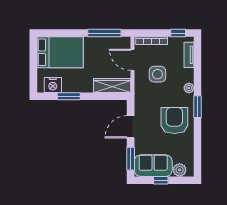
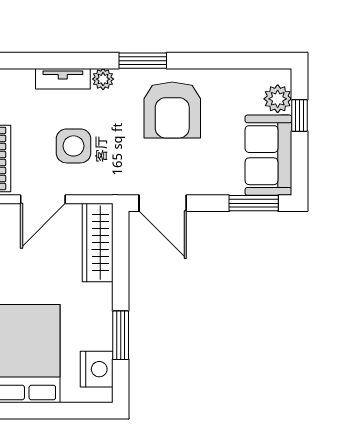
tv unit: (189, 55) -> (63, 79), moved
armchair: (174, 120) -> (172, 110), turned -90
door: (131, 127) -> (163, 203), moved
window: (161, 180) -> (300, 115), moved

